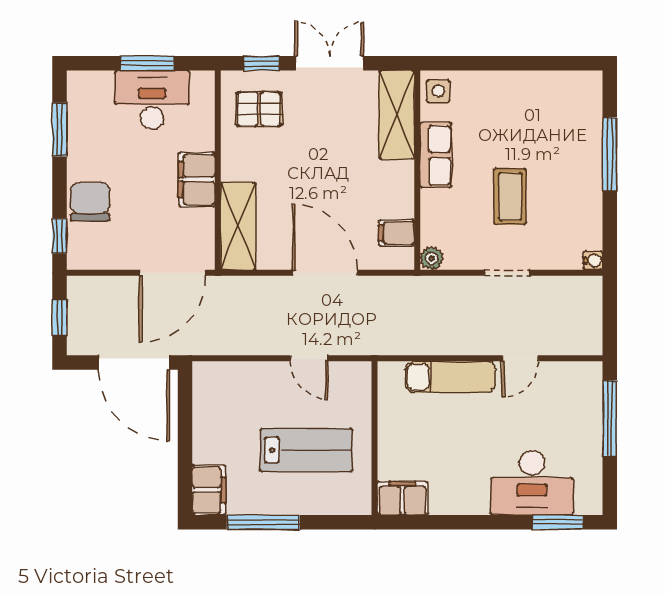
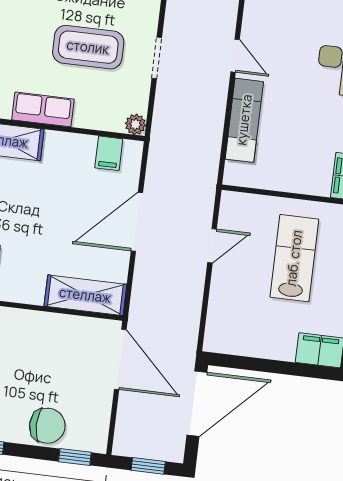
filing cabinet: (197, 179) -> (39, 327), removed
coffee table: (510, 196) -> (88, 47), width x1.36, depth x1.32
chair: (90, 202) -> (47, 426), turned 180

